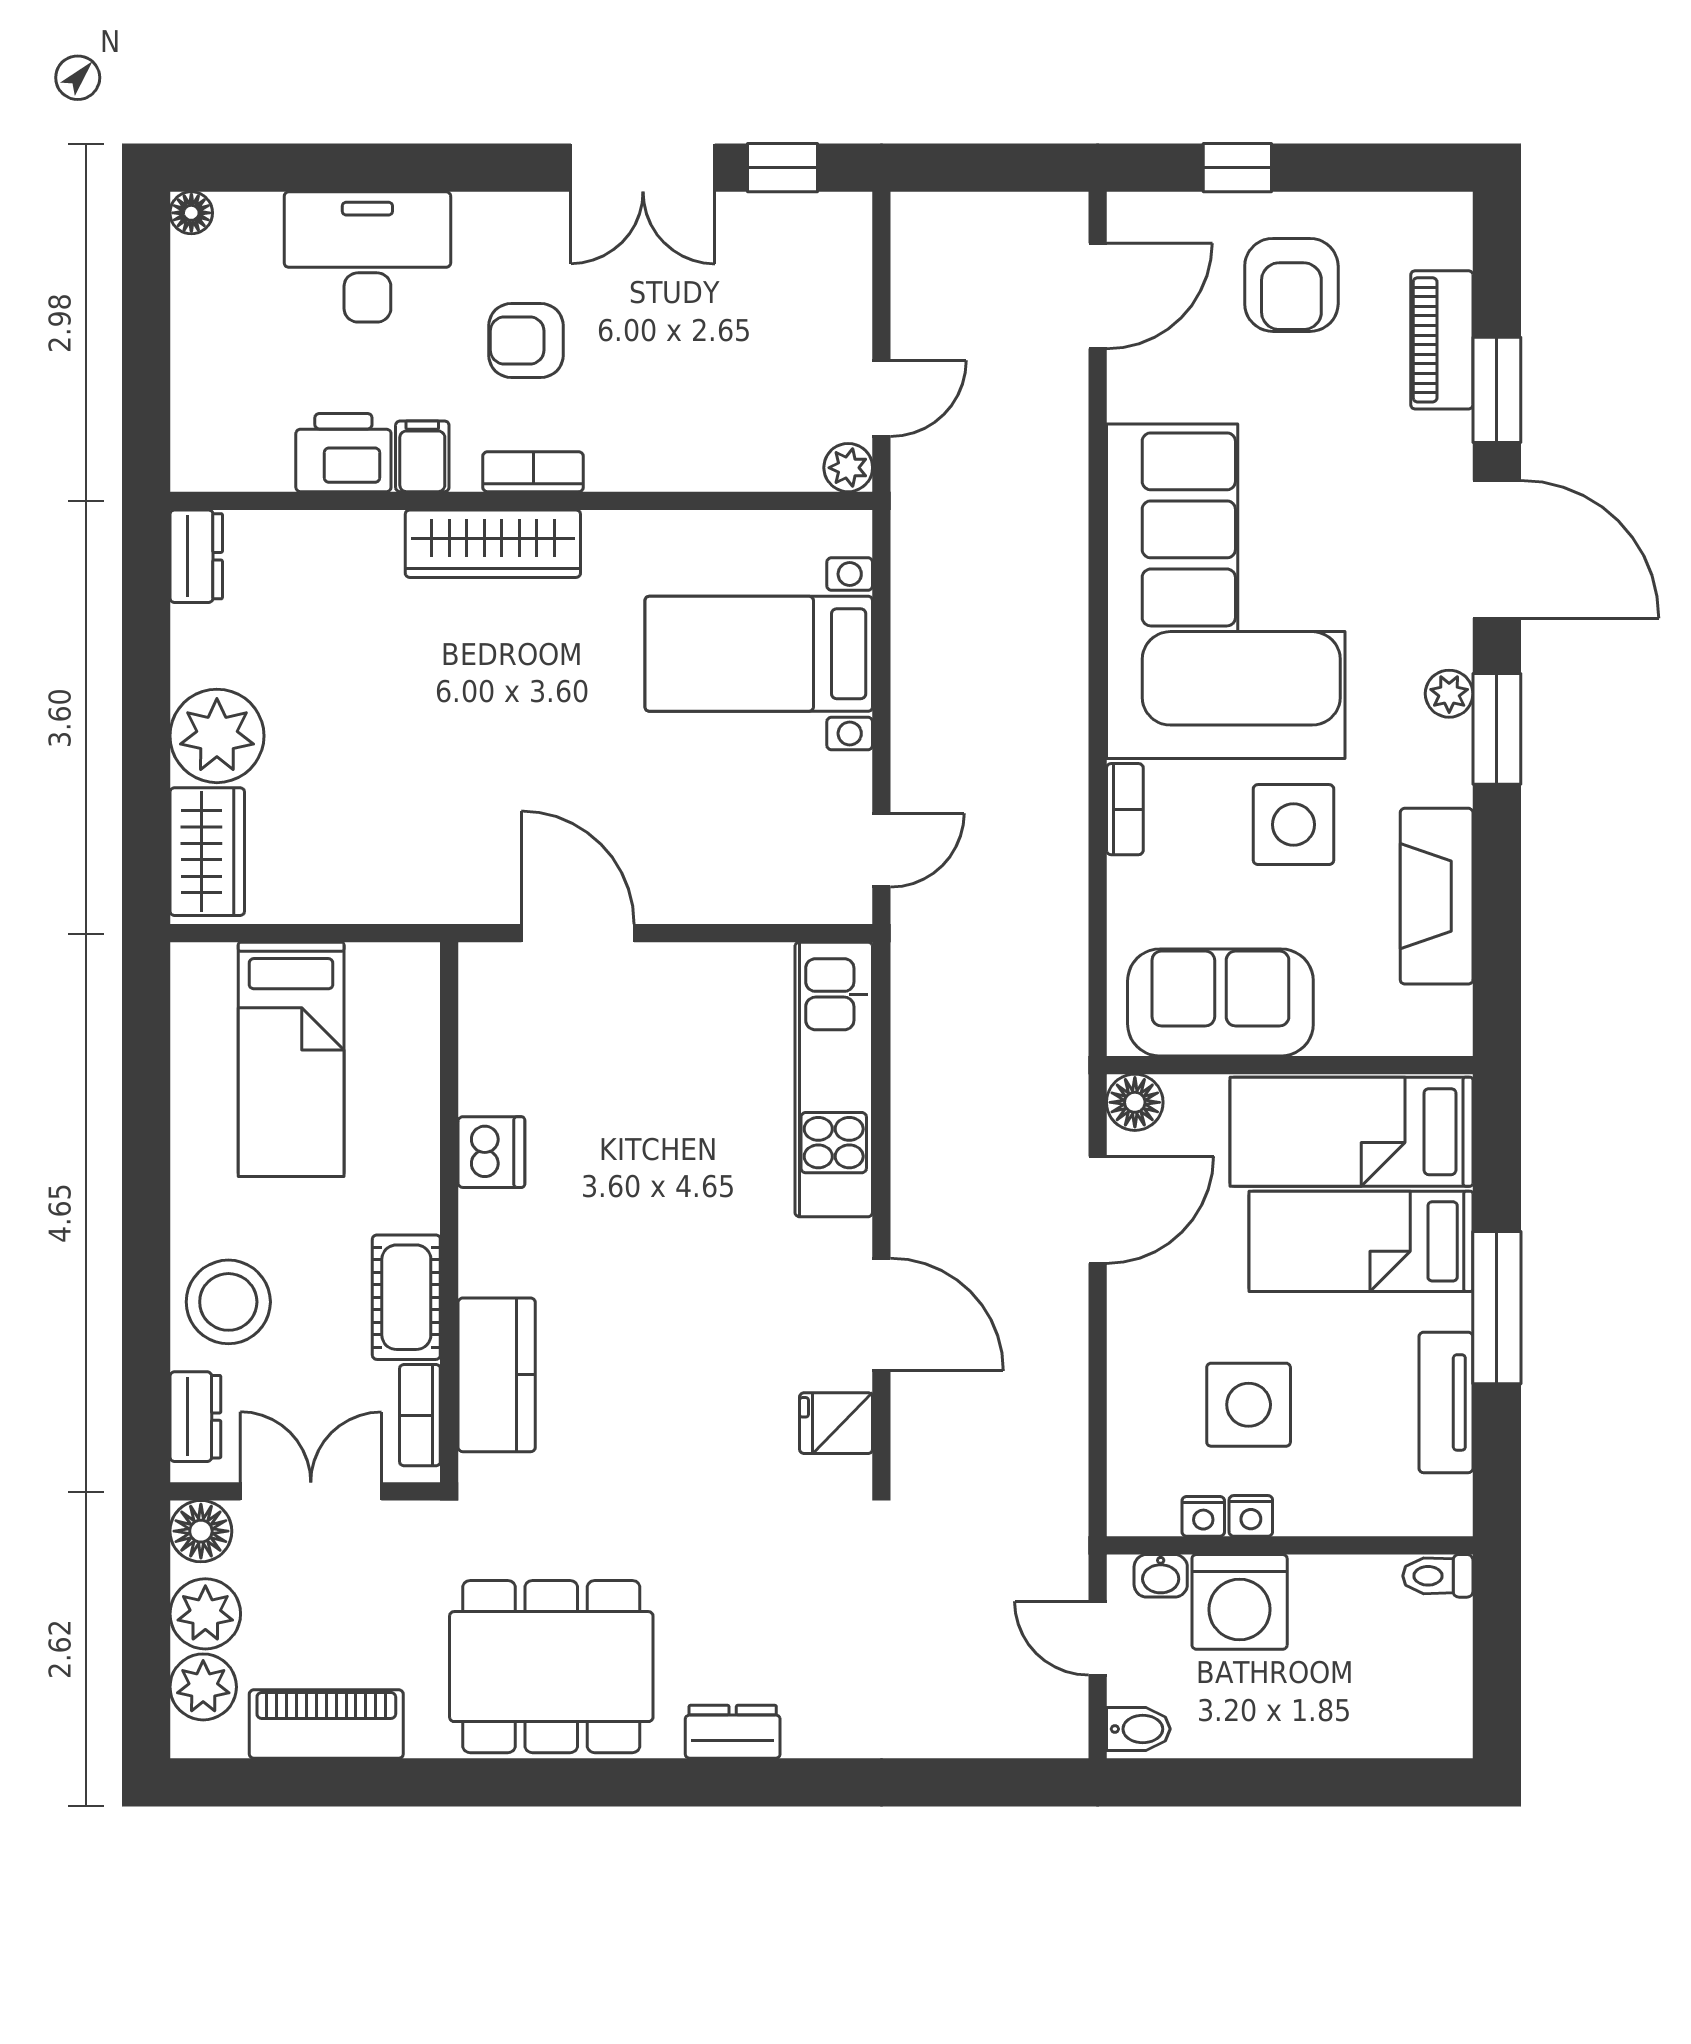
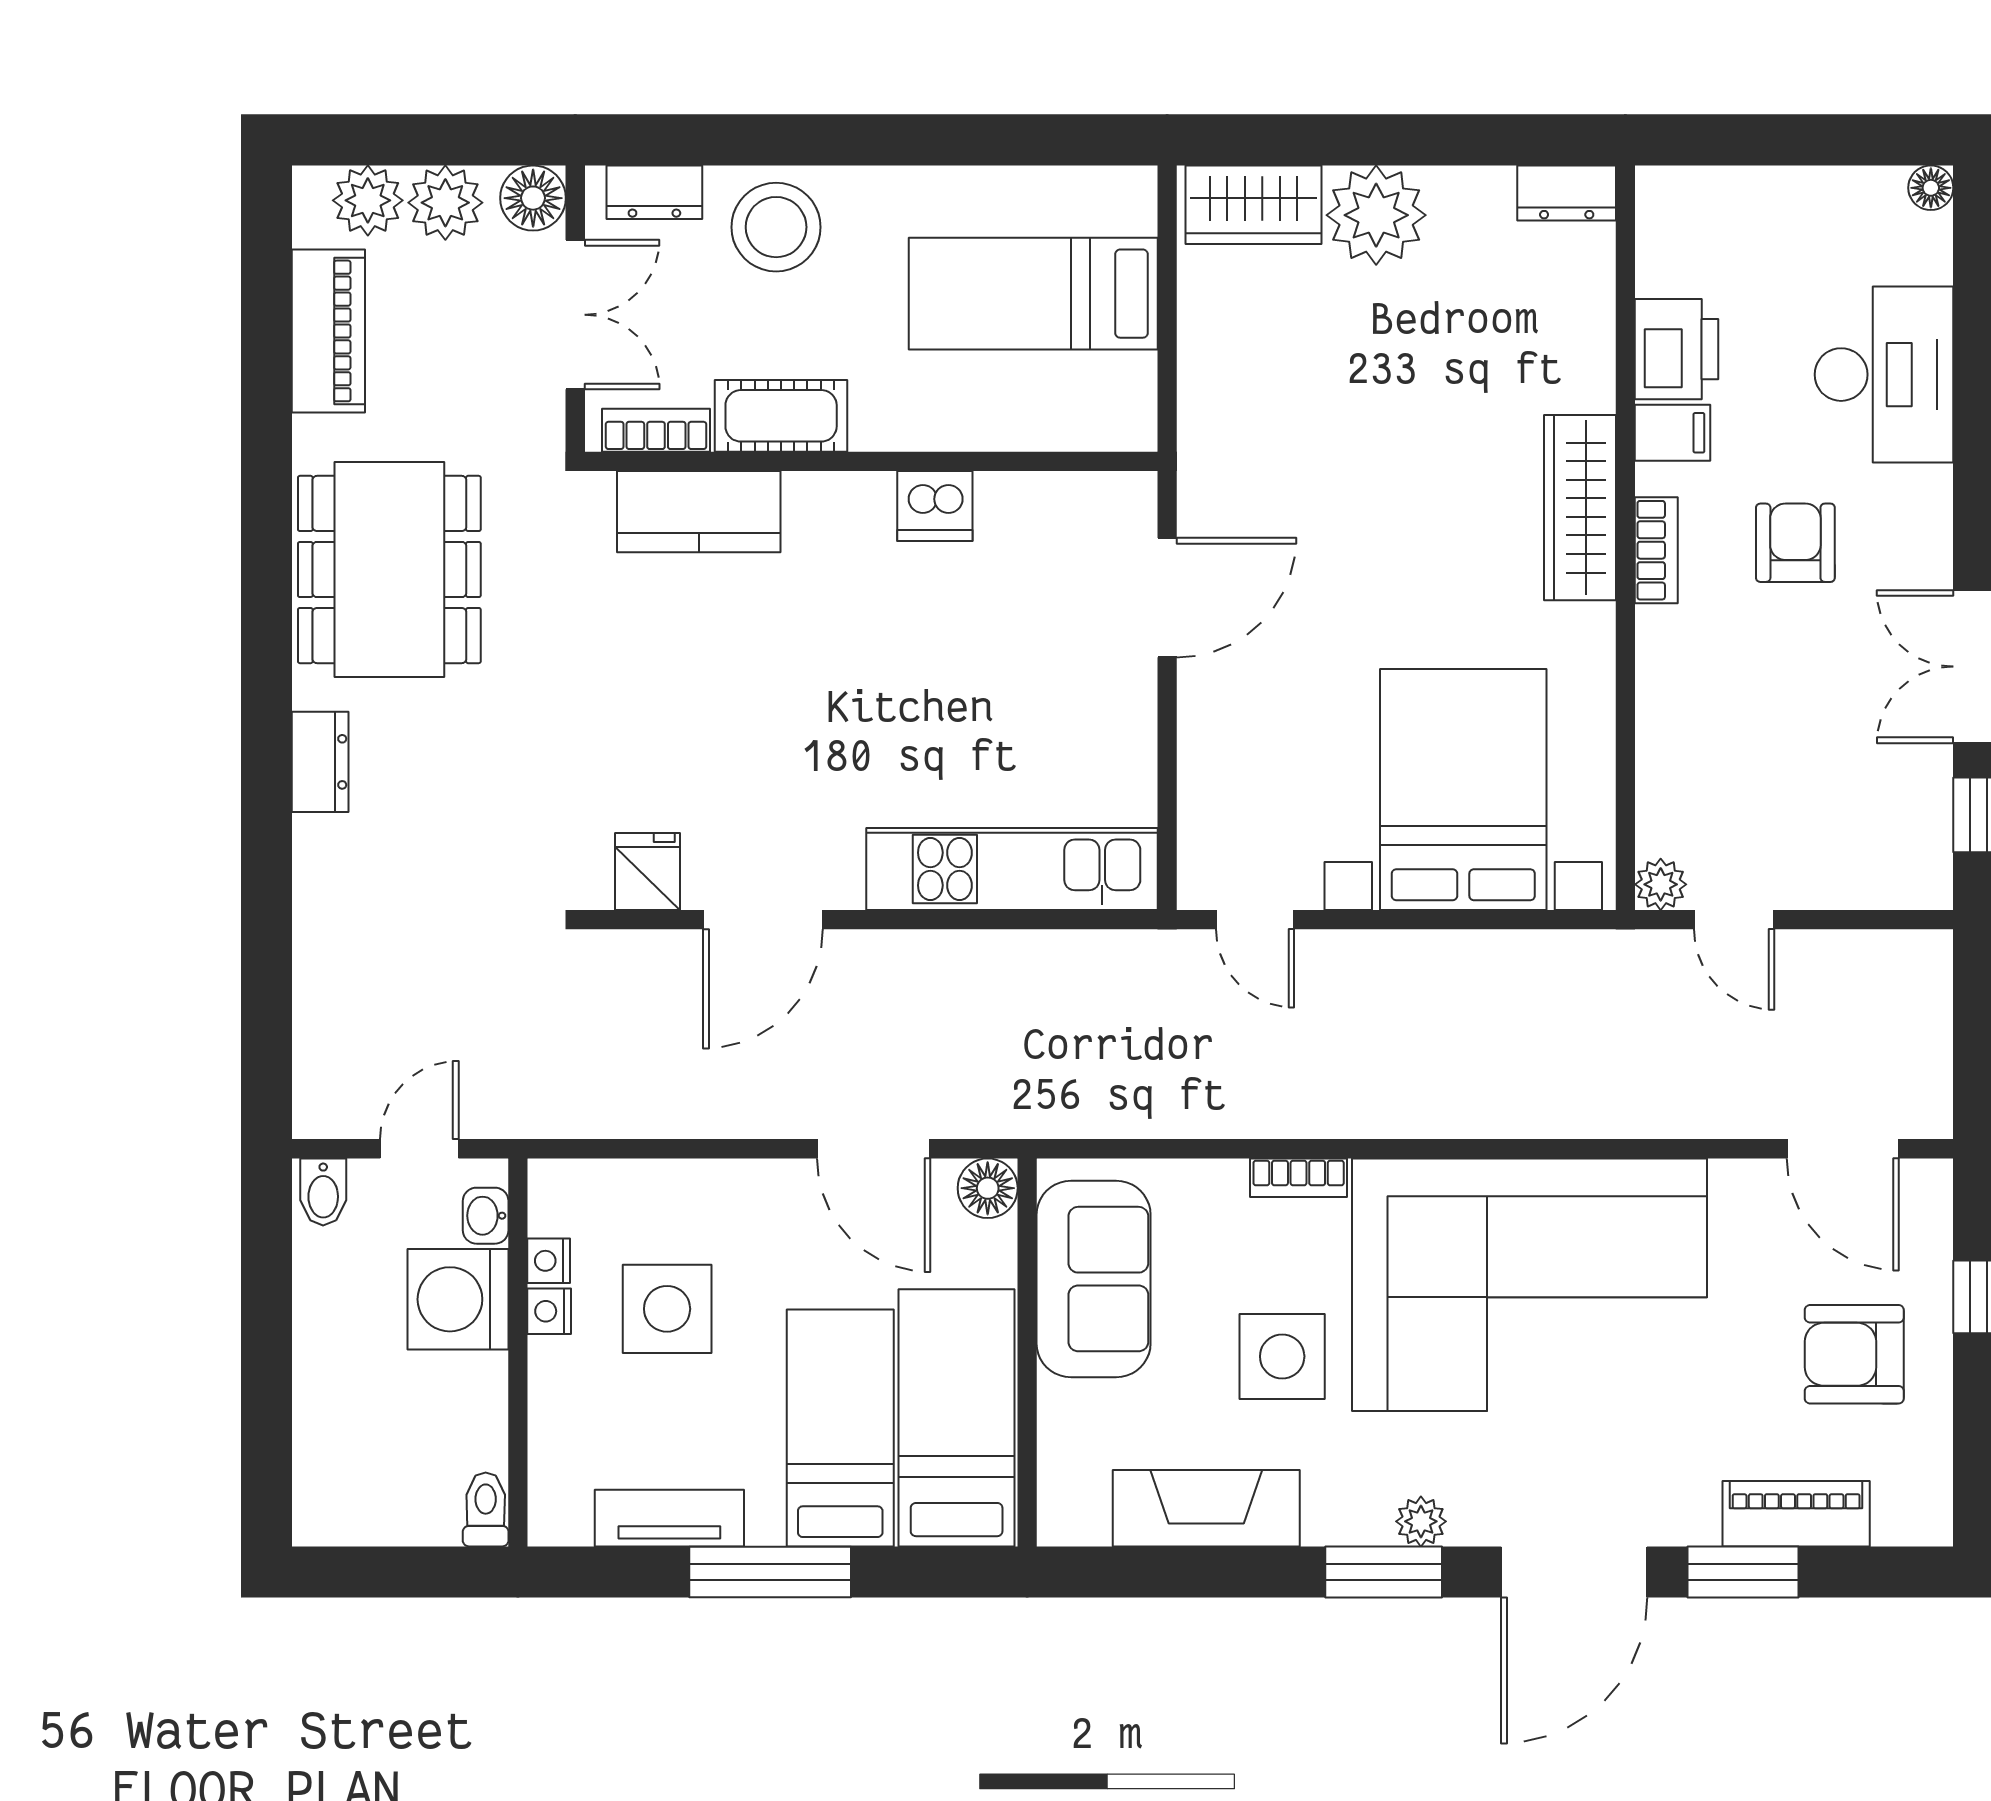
bed with nightstands: (759, 654) -> (1463, 790), width x1.36

